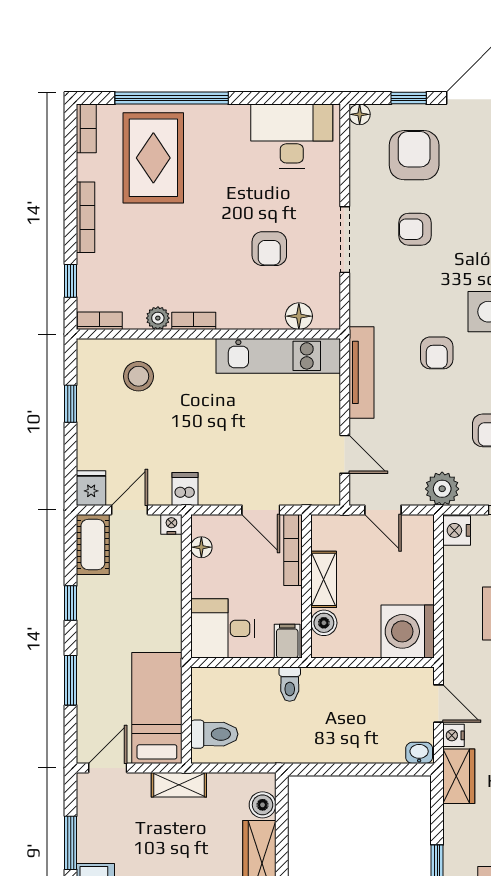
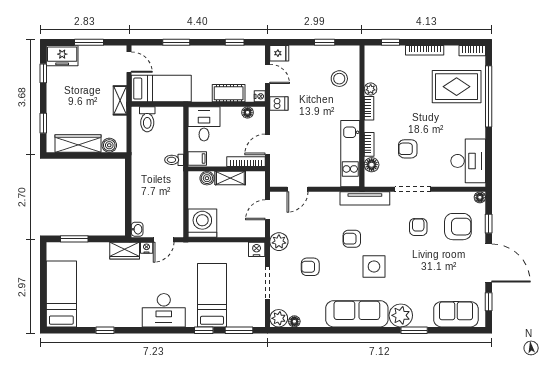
bookcase: (100, 321) -> (369, 144), moved
tv unit: (362, 372) -> (365, 198), moved
cot: (93, 544) -> (229, 93), moved
window: (71, 603) -> (235, 42), moved

